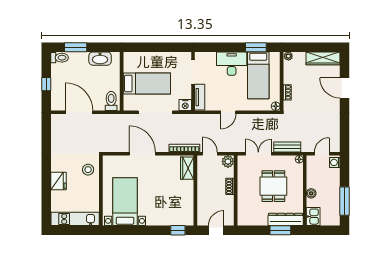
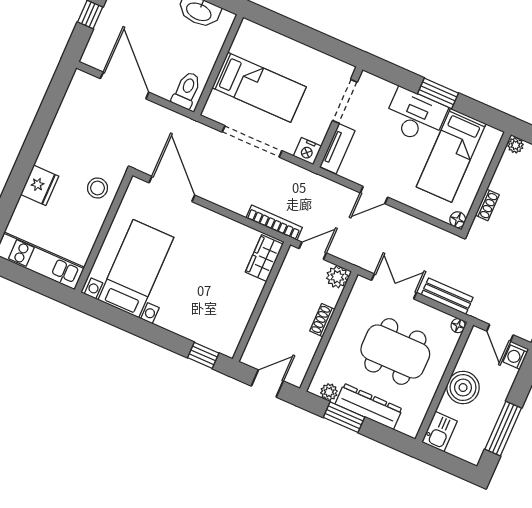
window: (256, 47) -> (438, 93), moved
door: (142, 154) -> (172, 189), moved
door: (210, 154) -> (313, 251), hinge flipped
door: (322, 154) -> (500, 333), swing flipped
dining table: (273, 186) -> (395, 351), width x1.38
boiler: (311, 193) -> (463, 388), width x1.86, depth x1.86
dresser: (286, 219) -> (369, 406), moved
plant: (249, 221) -> (329, 392), added
window: (280, 230) -> (344, 417), moved

